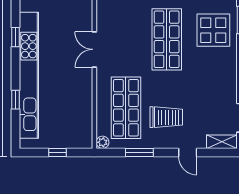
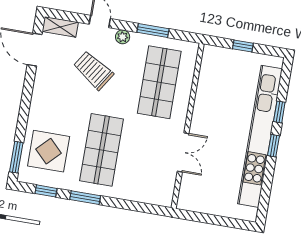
window: (15, 37) -> (274, 146), moved
trolley: (166, 117) -> (93, 70), moved, turned 33
plant: (103, 142) -> (123, 37), moved

